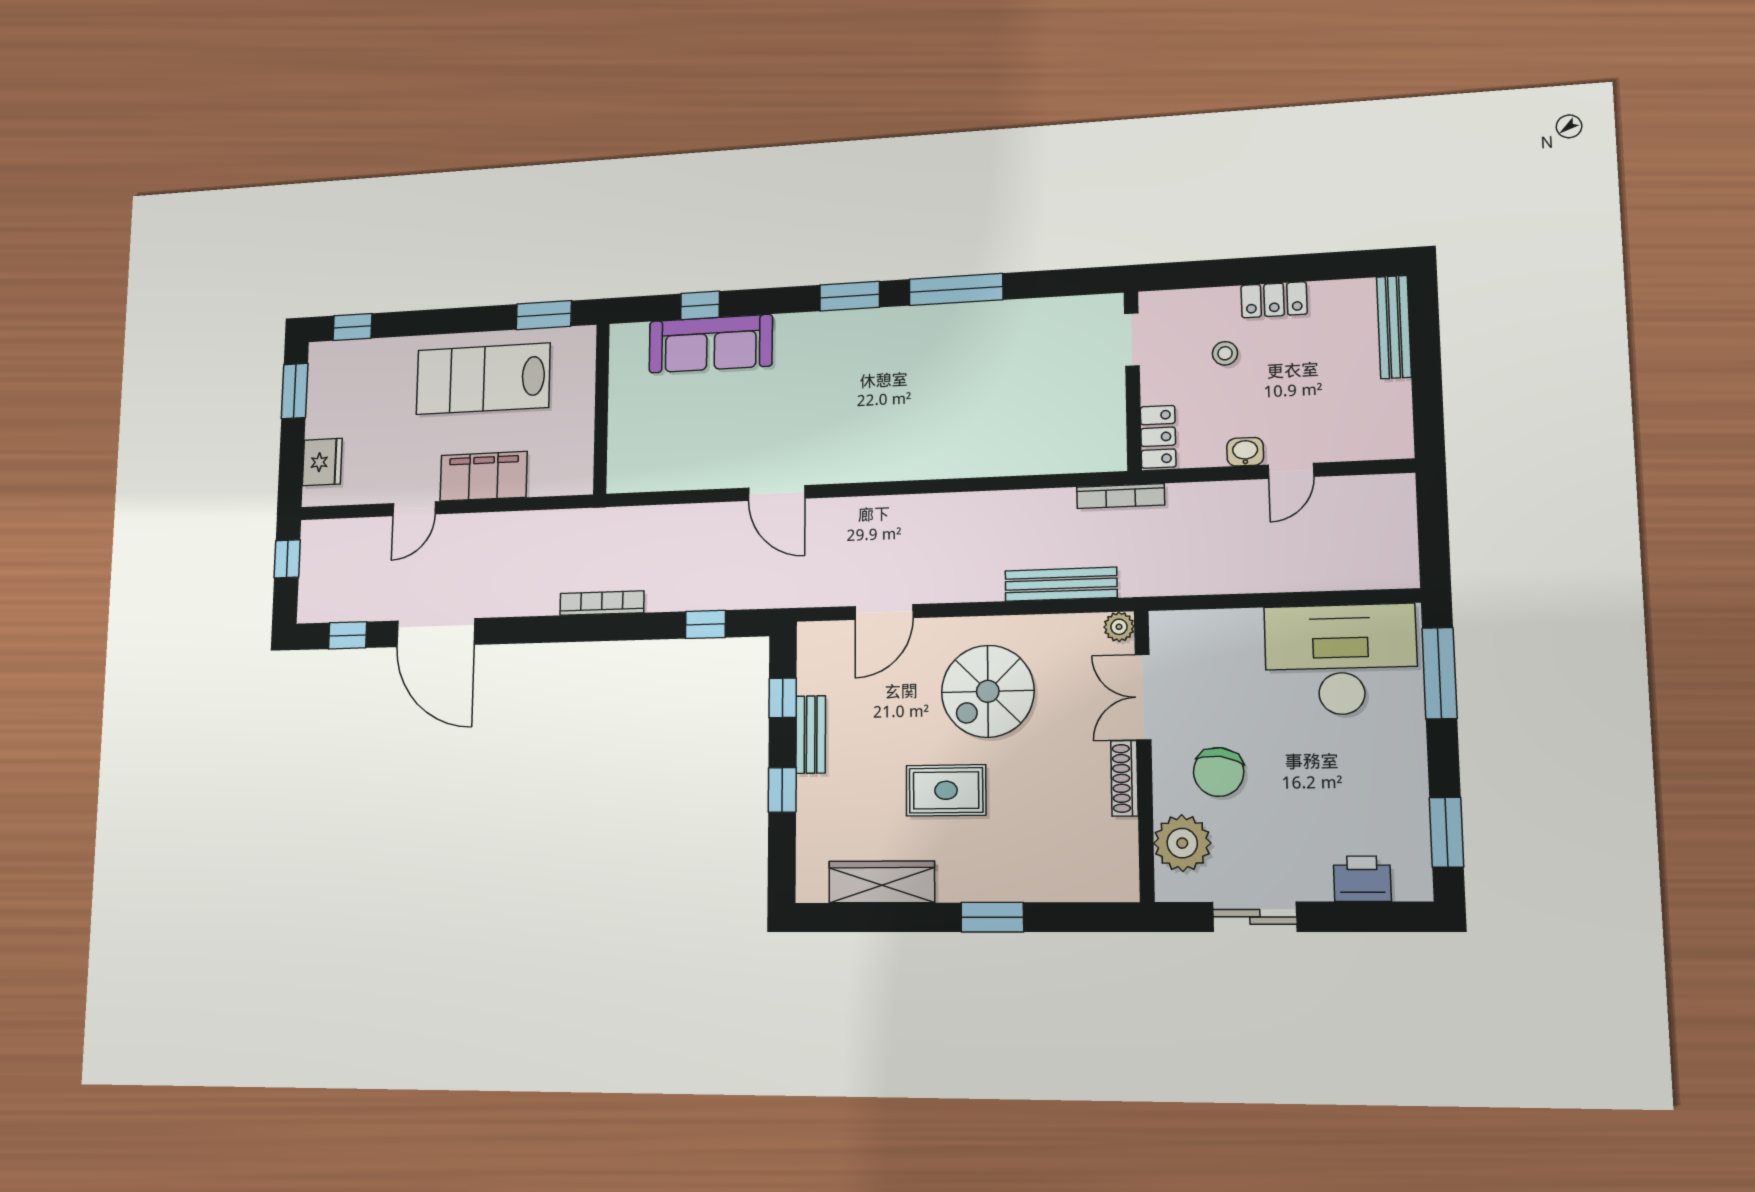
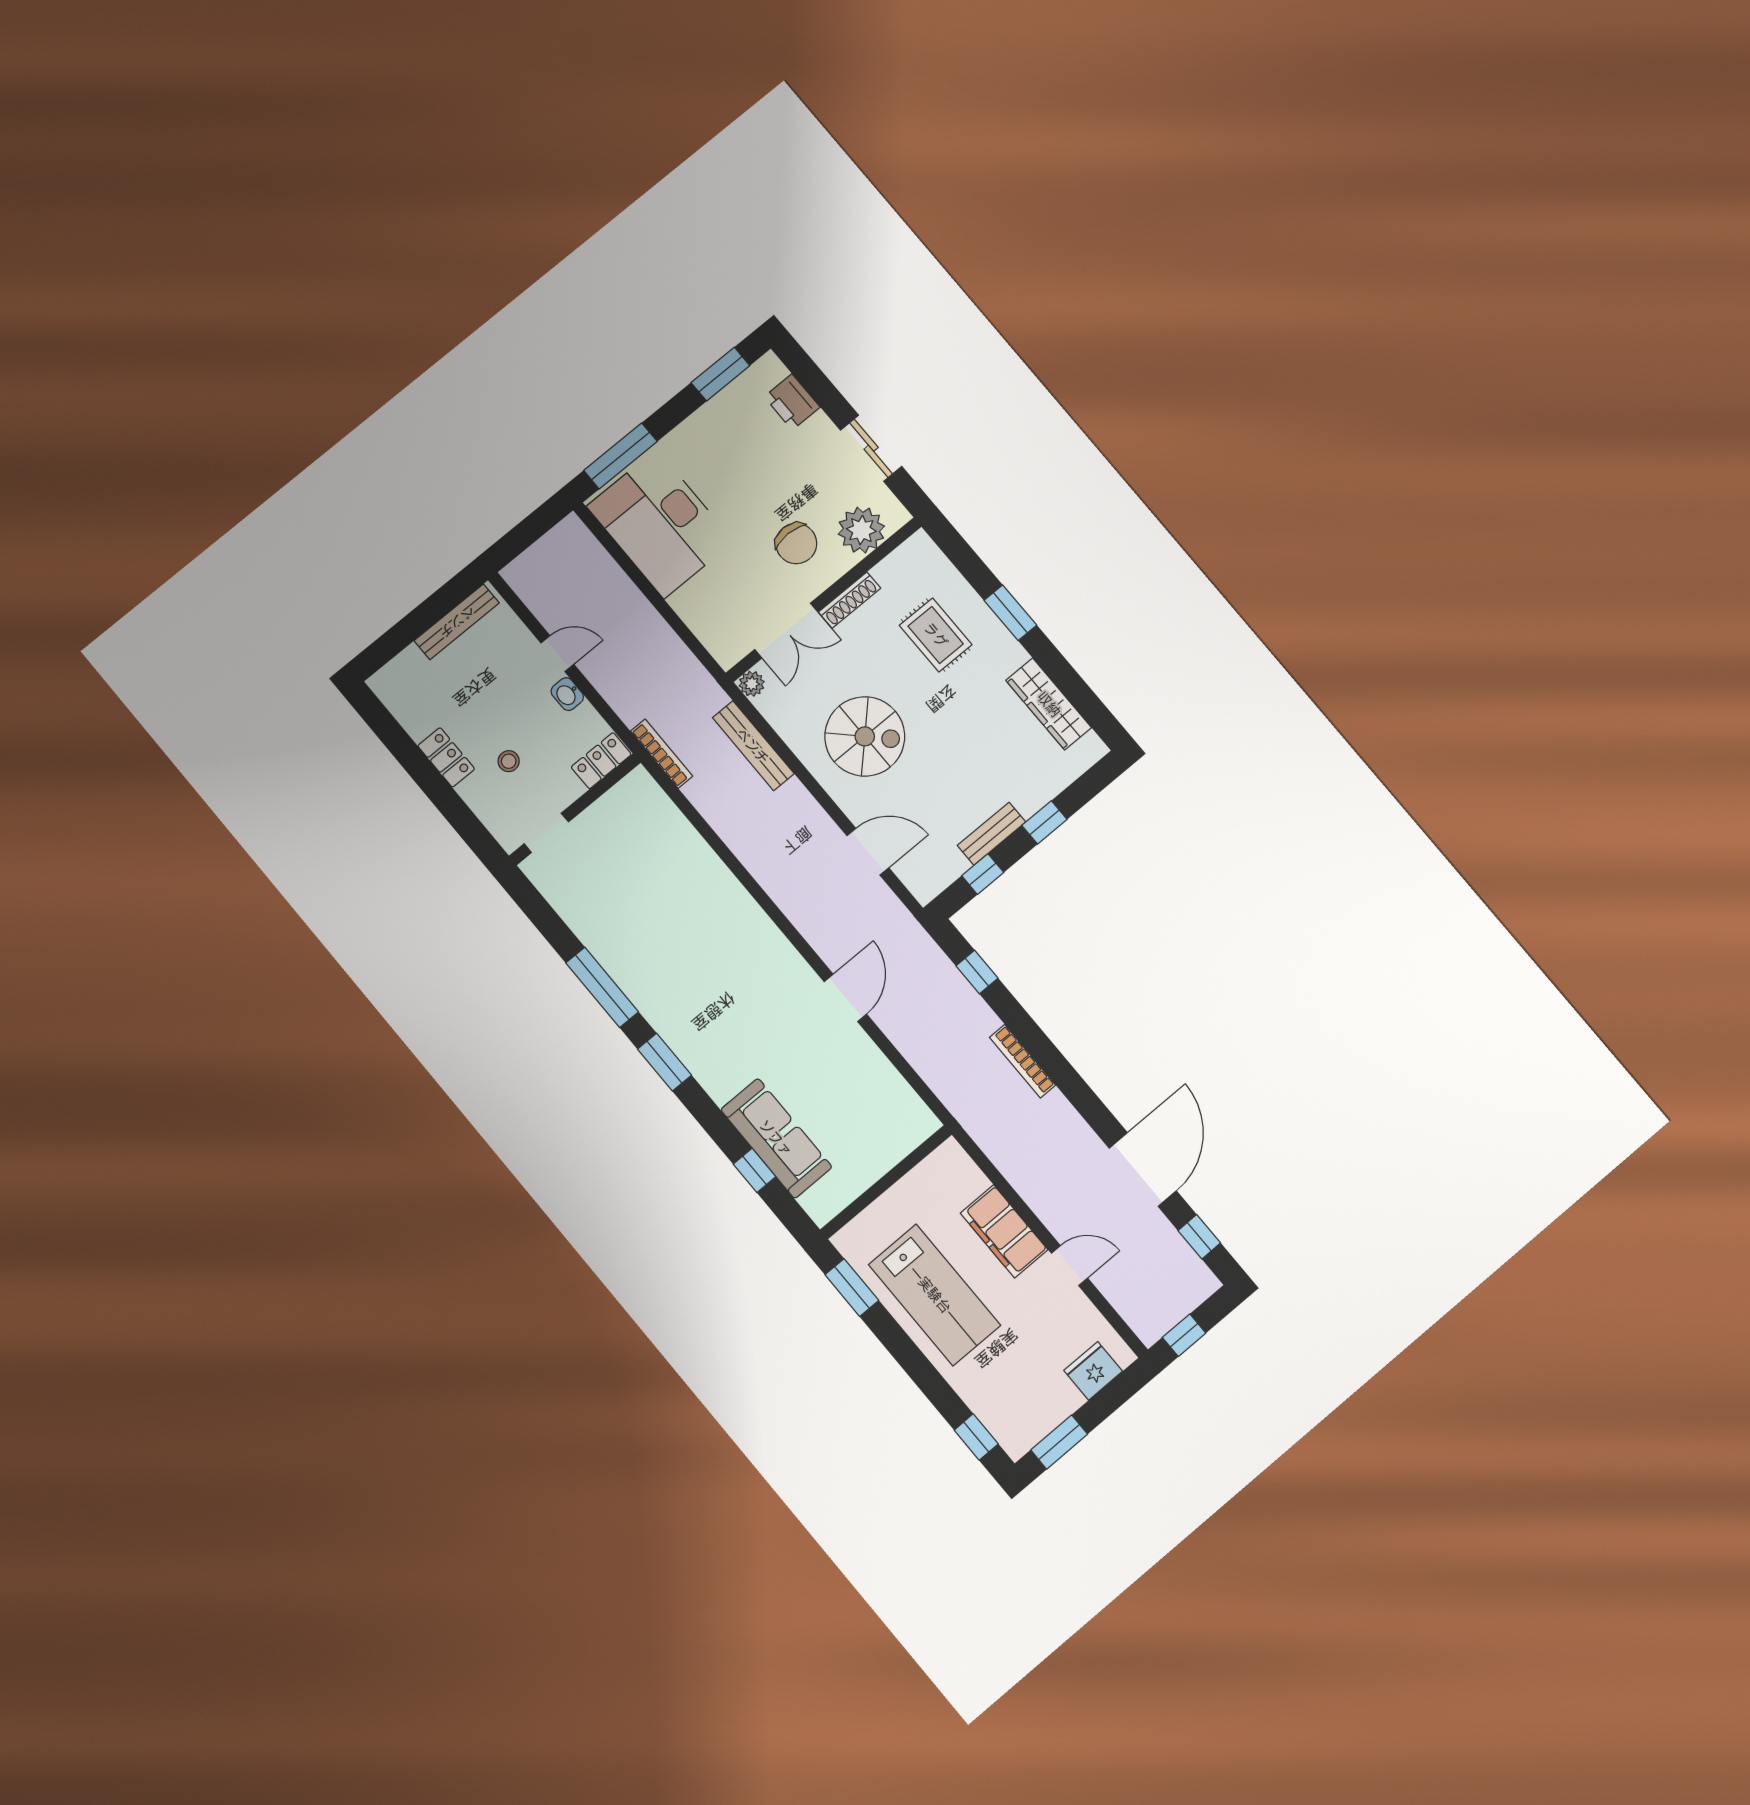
bench: (1394, 327) -> (457, 622), moved
chair: (1219, 772) -> (796, 543), turned 82
rug: (946, 790) -> (936, 635), moved

